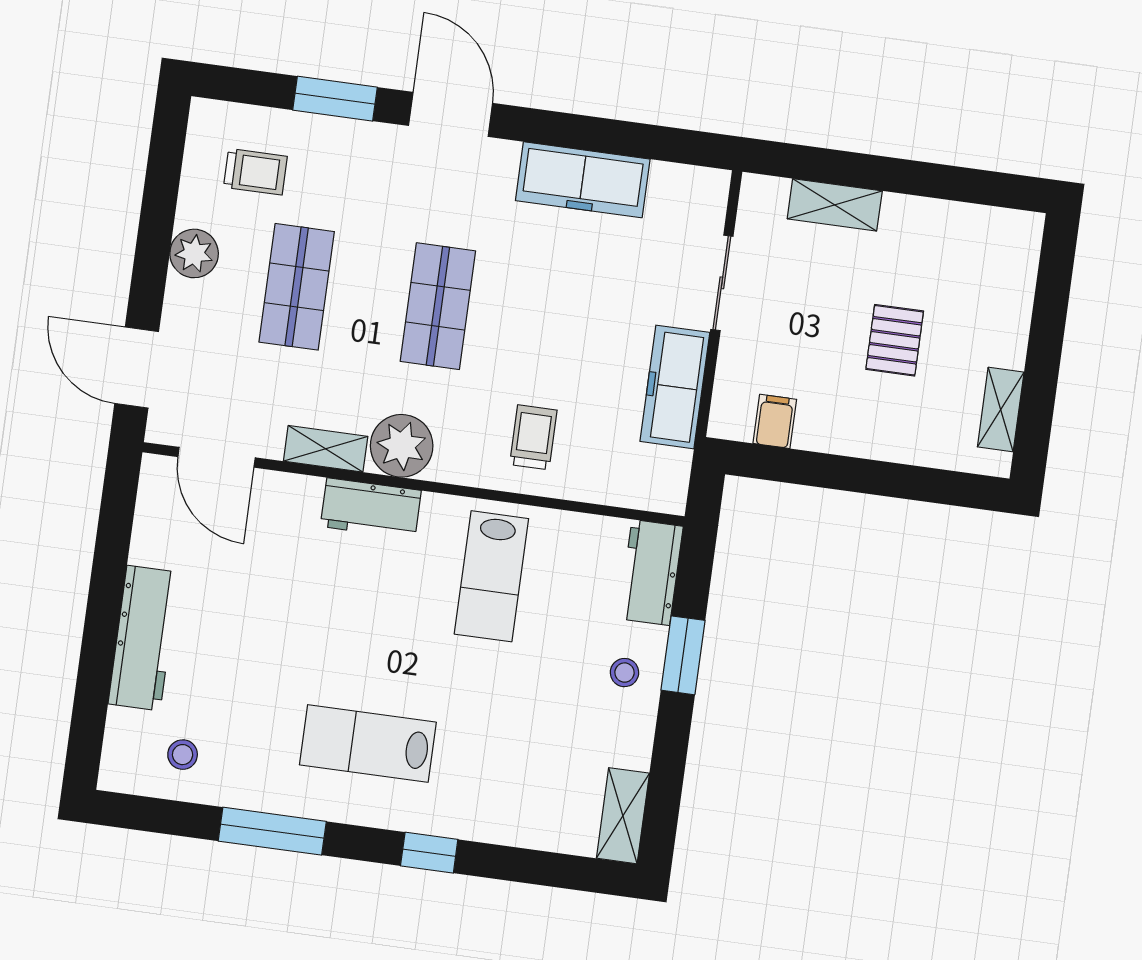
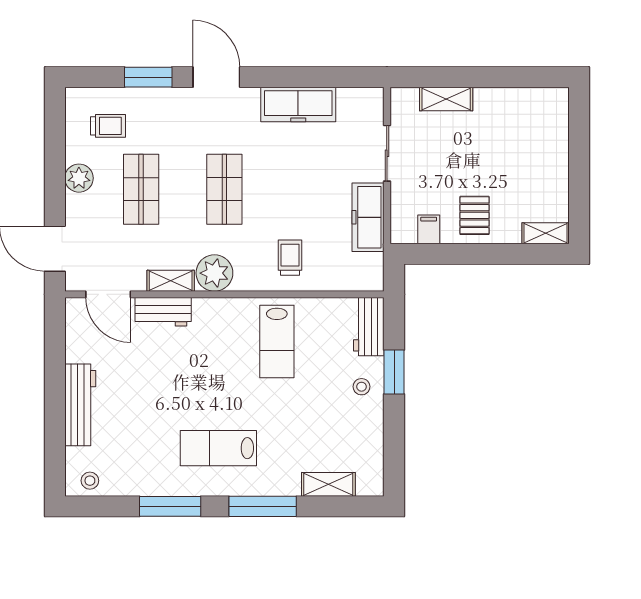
pallet: (895, 340) -> (475, 215), moved
shelving: (1001, 410) -> (546, 233), moved, turned 90
workbench: (371, 508) -> (163, 312), moved
stool: (183, 755) -> (90, 481), moved
shelving: (623, 816) -> (328, 484), moved, turned 90
window: (429, 853) -> (263, 506), width x2.17

